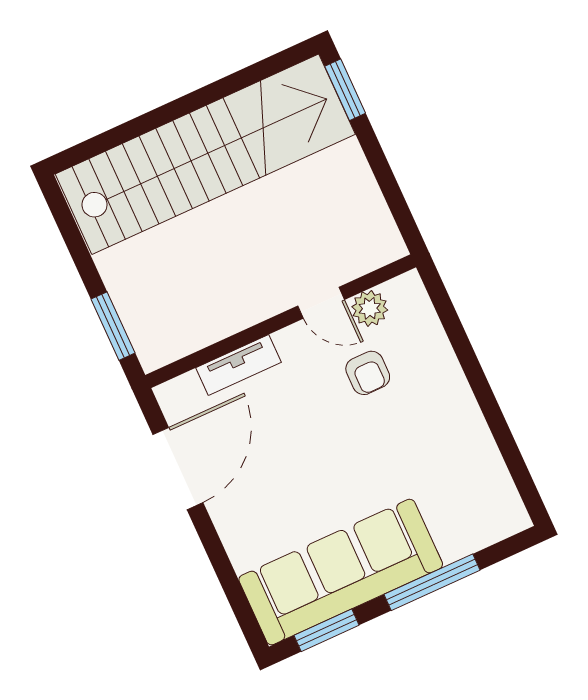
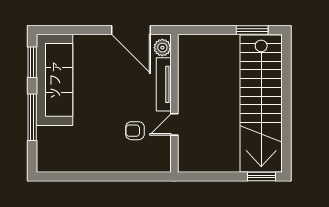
plant: (370, 308) -> (162, 48), moved
window: (113, 326) -> (252, 30), moved
tv unit: (239, 365) -> (164, 84), width x1.41

